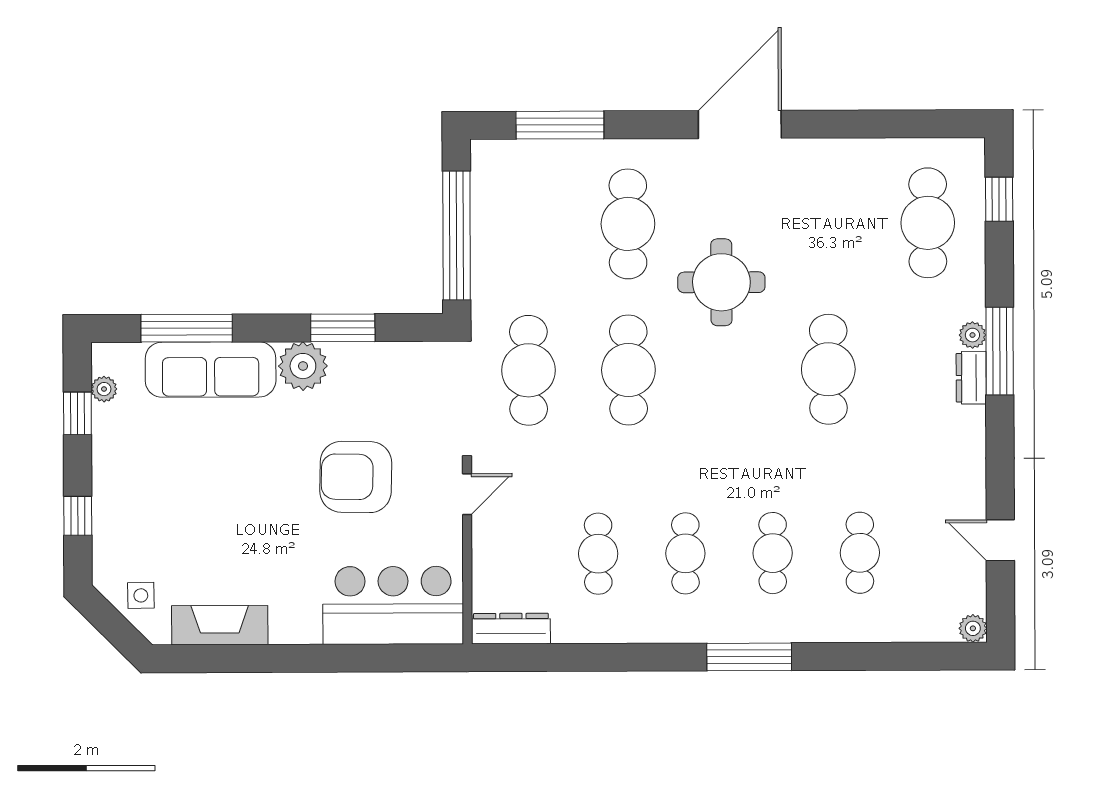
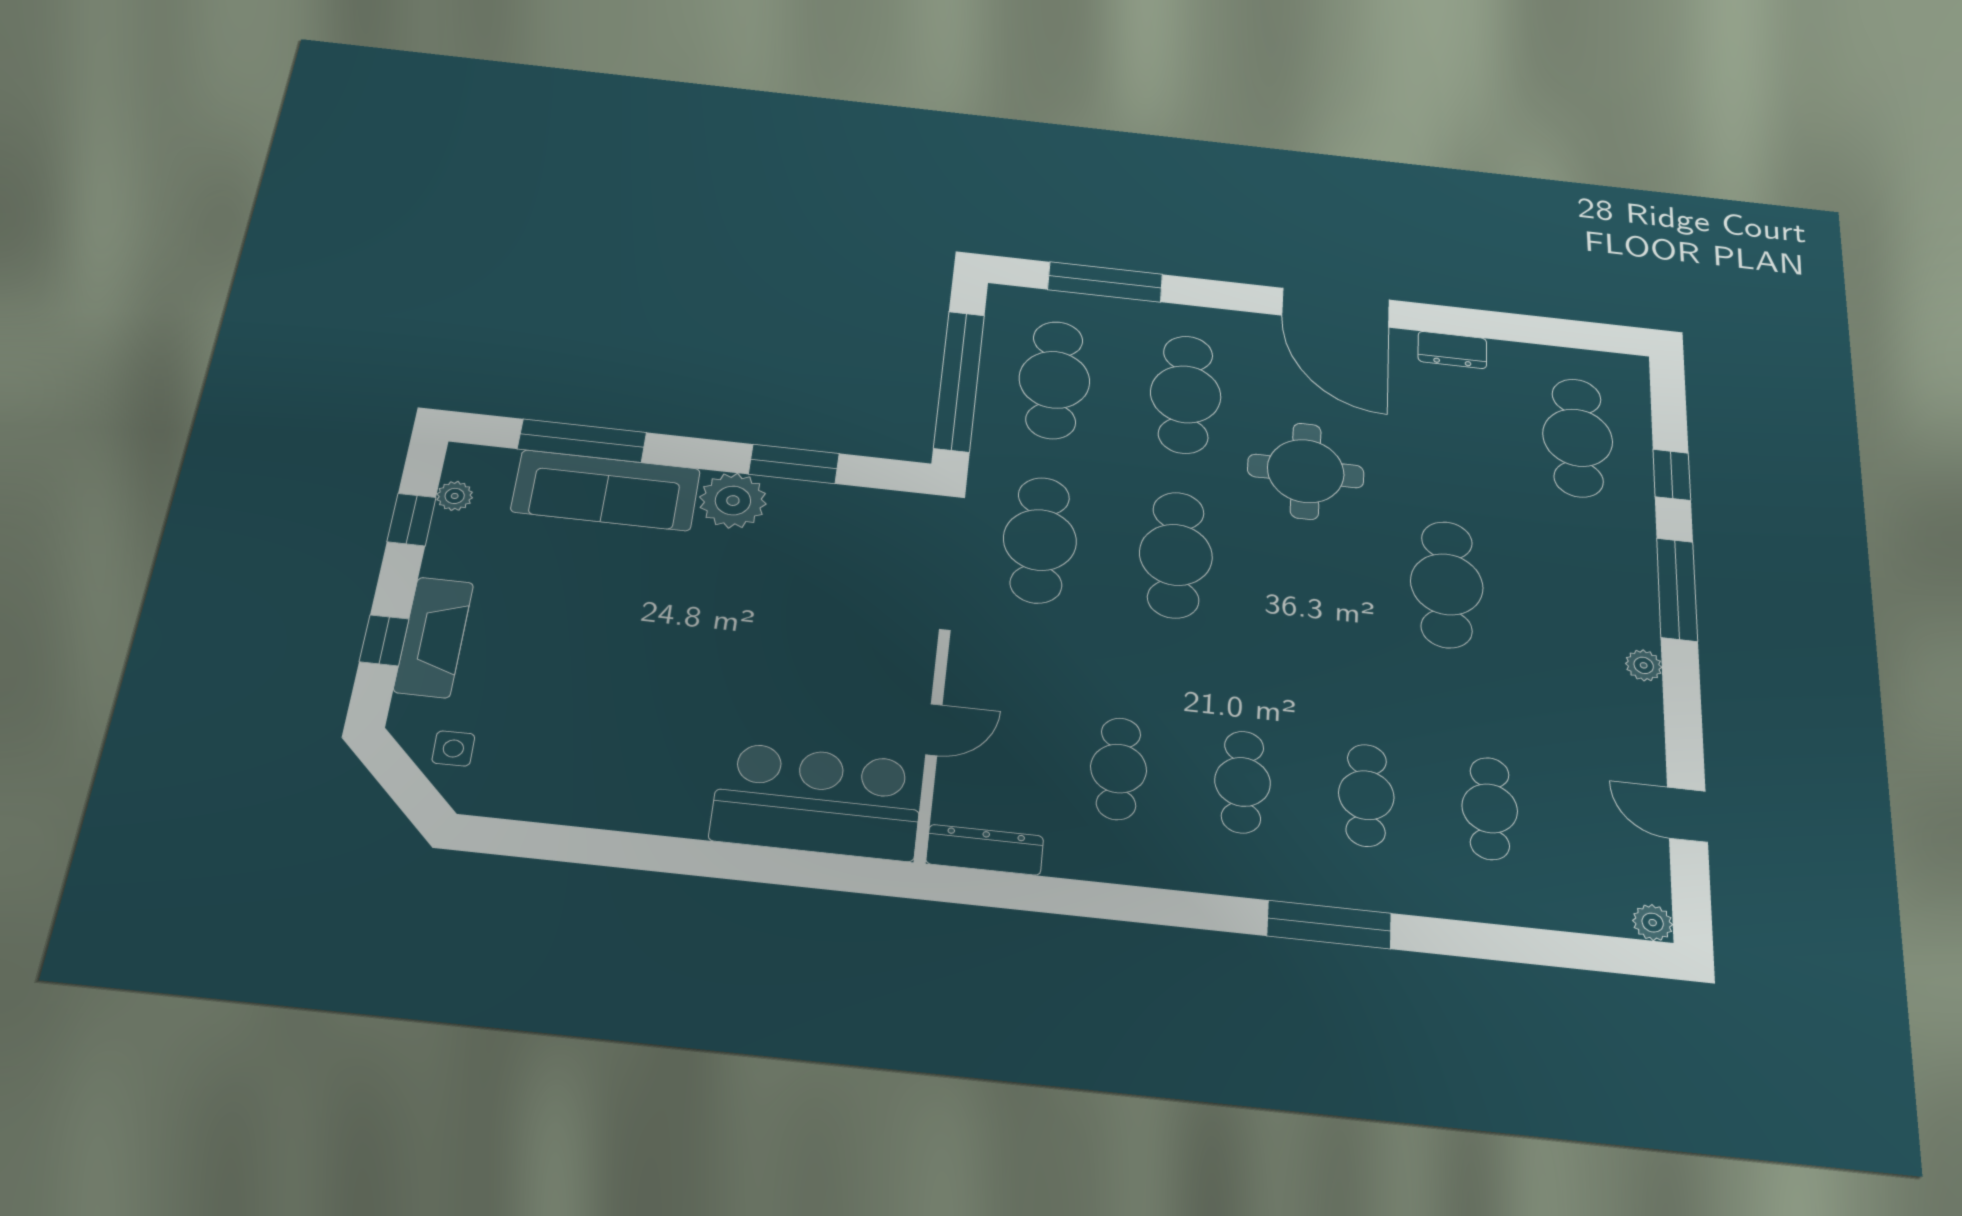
door: (740, 124) -> (1336, 308), swing flipped
window: (999, 199) -> (1672, 475), moved
cafe table: (528, 224) -> (1054, 380), added
plant: (972, 335) -> (1644, 665), moved
dresser: (971, 378) -> (1452, 350), moved, turned -90
armchair: (356, 477) -> (786, 637), removed
door: (467, 494) -> (934, 730), moved
fireplace: (220, 625) -> (434, 637), moved, turned 90

